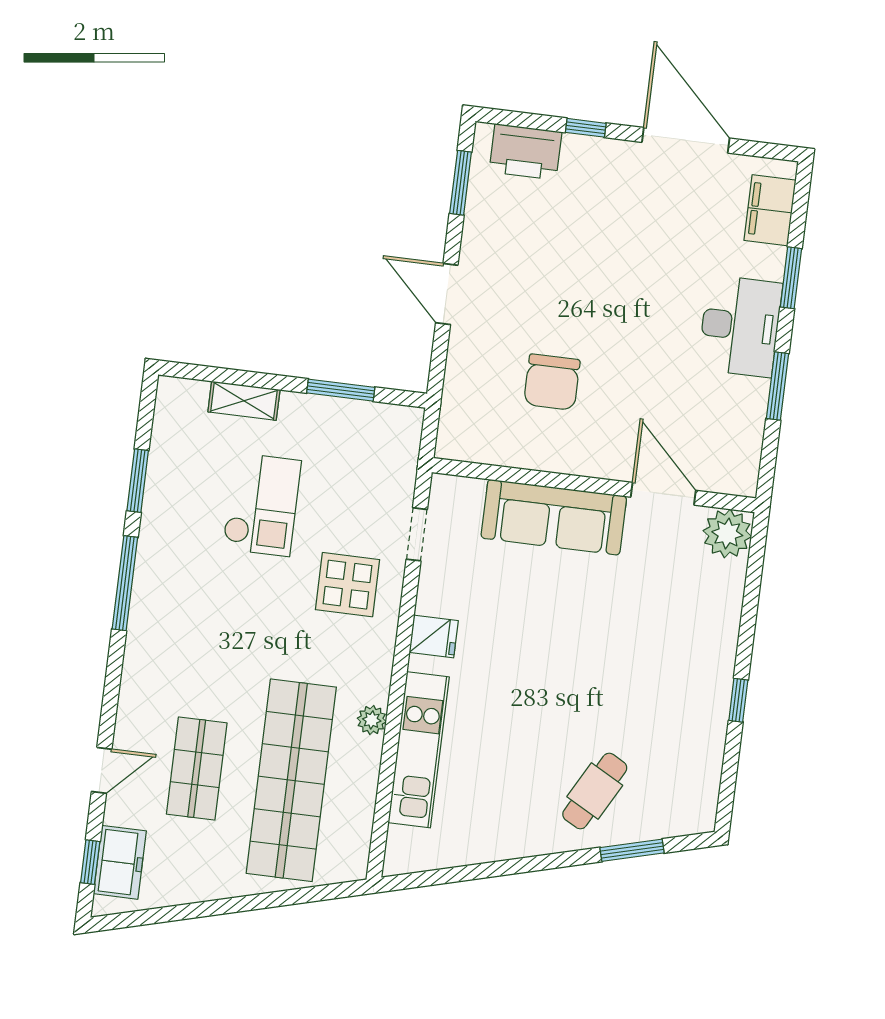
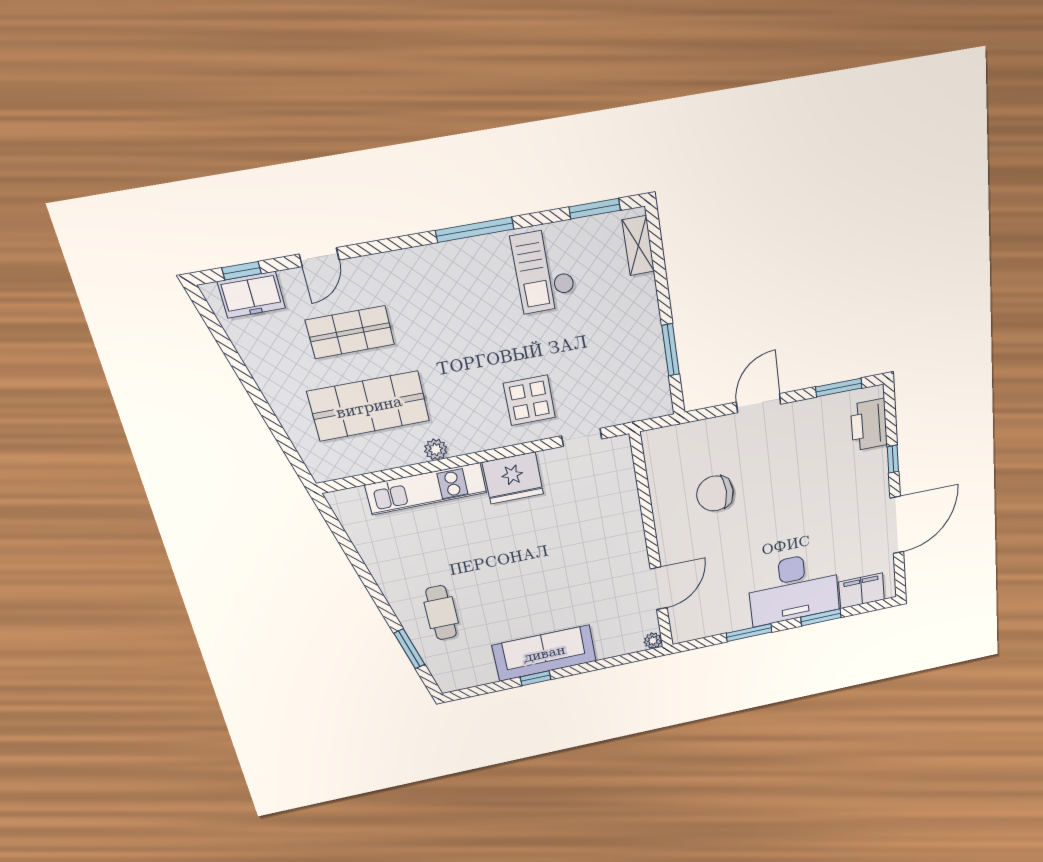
desk: (740, 326) -> (793, 588), width x1.36, depth x1.30
shelving: (244, 401) -> (638, 246), moved
window: (138, 481) -> (595, 209), moved
checkout: (262, 505) -> (544, 271), moved, turned 90
sofa: (554, 517) -> (544, 653), moved, turned 90
plant: (727, 534) -> (653, 641), width x0.53, depth x0.53
fridge: (434, 637) -> (513, 478), width x1.88, depth x1.34
door: (102, 770) -> (319, 257), hinge flipped
shop shelf: (291, 780) -> (369, 406), width x0.71
cafe table: (595, 791) -> (441, 613), turned 61

